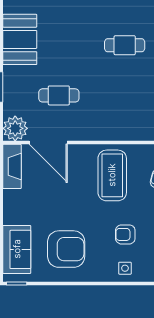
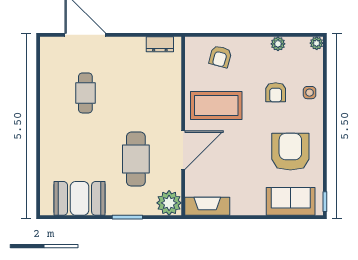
cafe table: (59, 95) -> (136, 159), width x1.37, depth x1.35
door: (48, 143) -> (183, 150), moved

